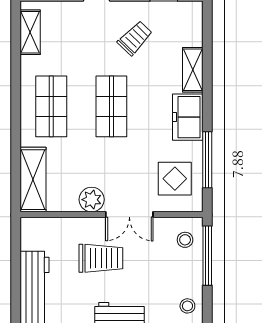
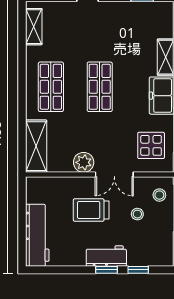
trolley: (135, 38) -> (119, 31), removed
trolley: (101, 258) -> (91, 210), turned 180
stool: (187, 306) -> (137, 214), moved

